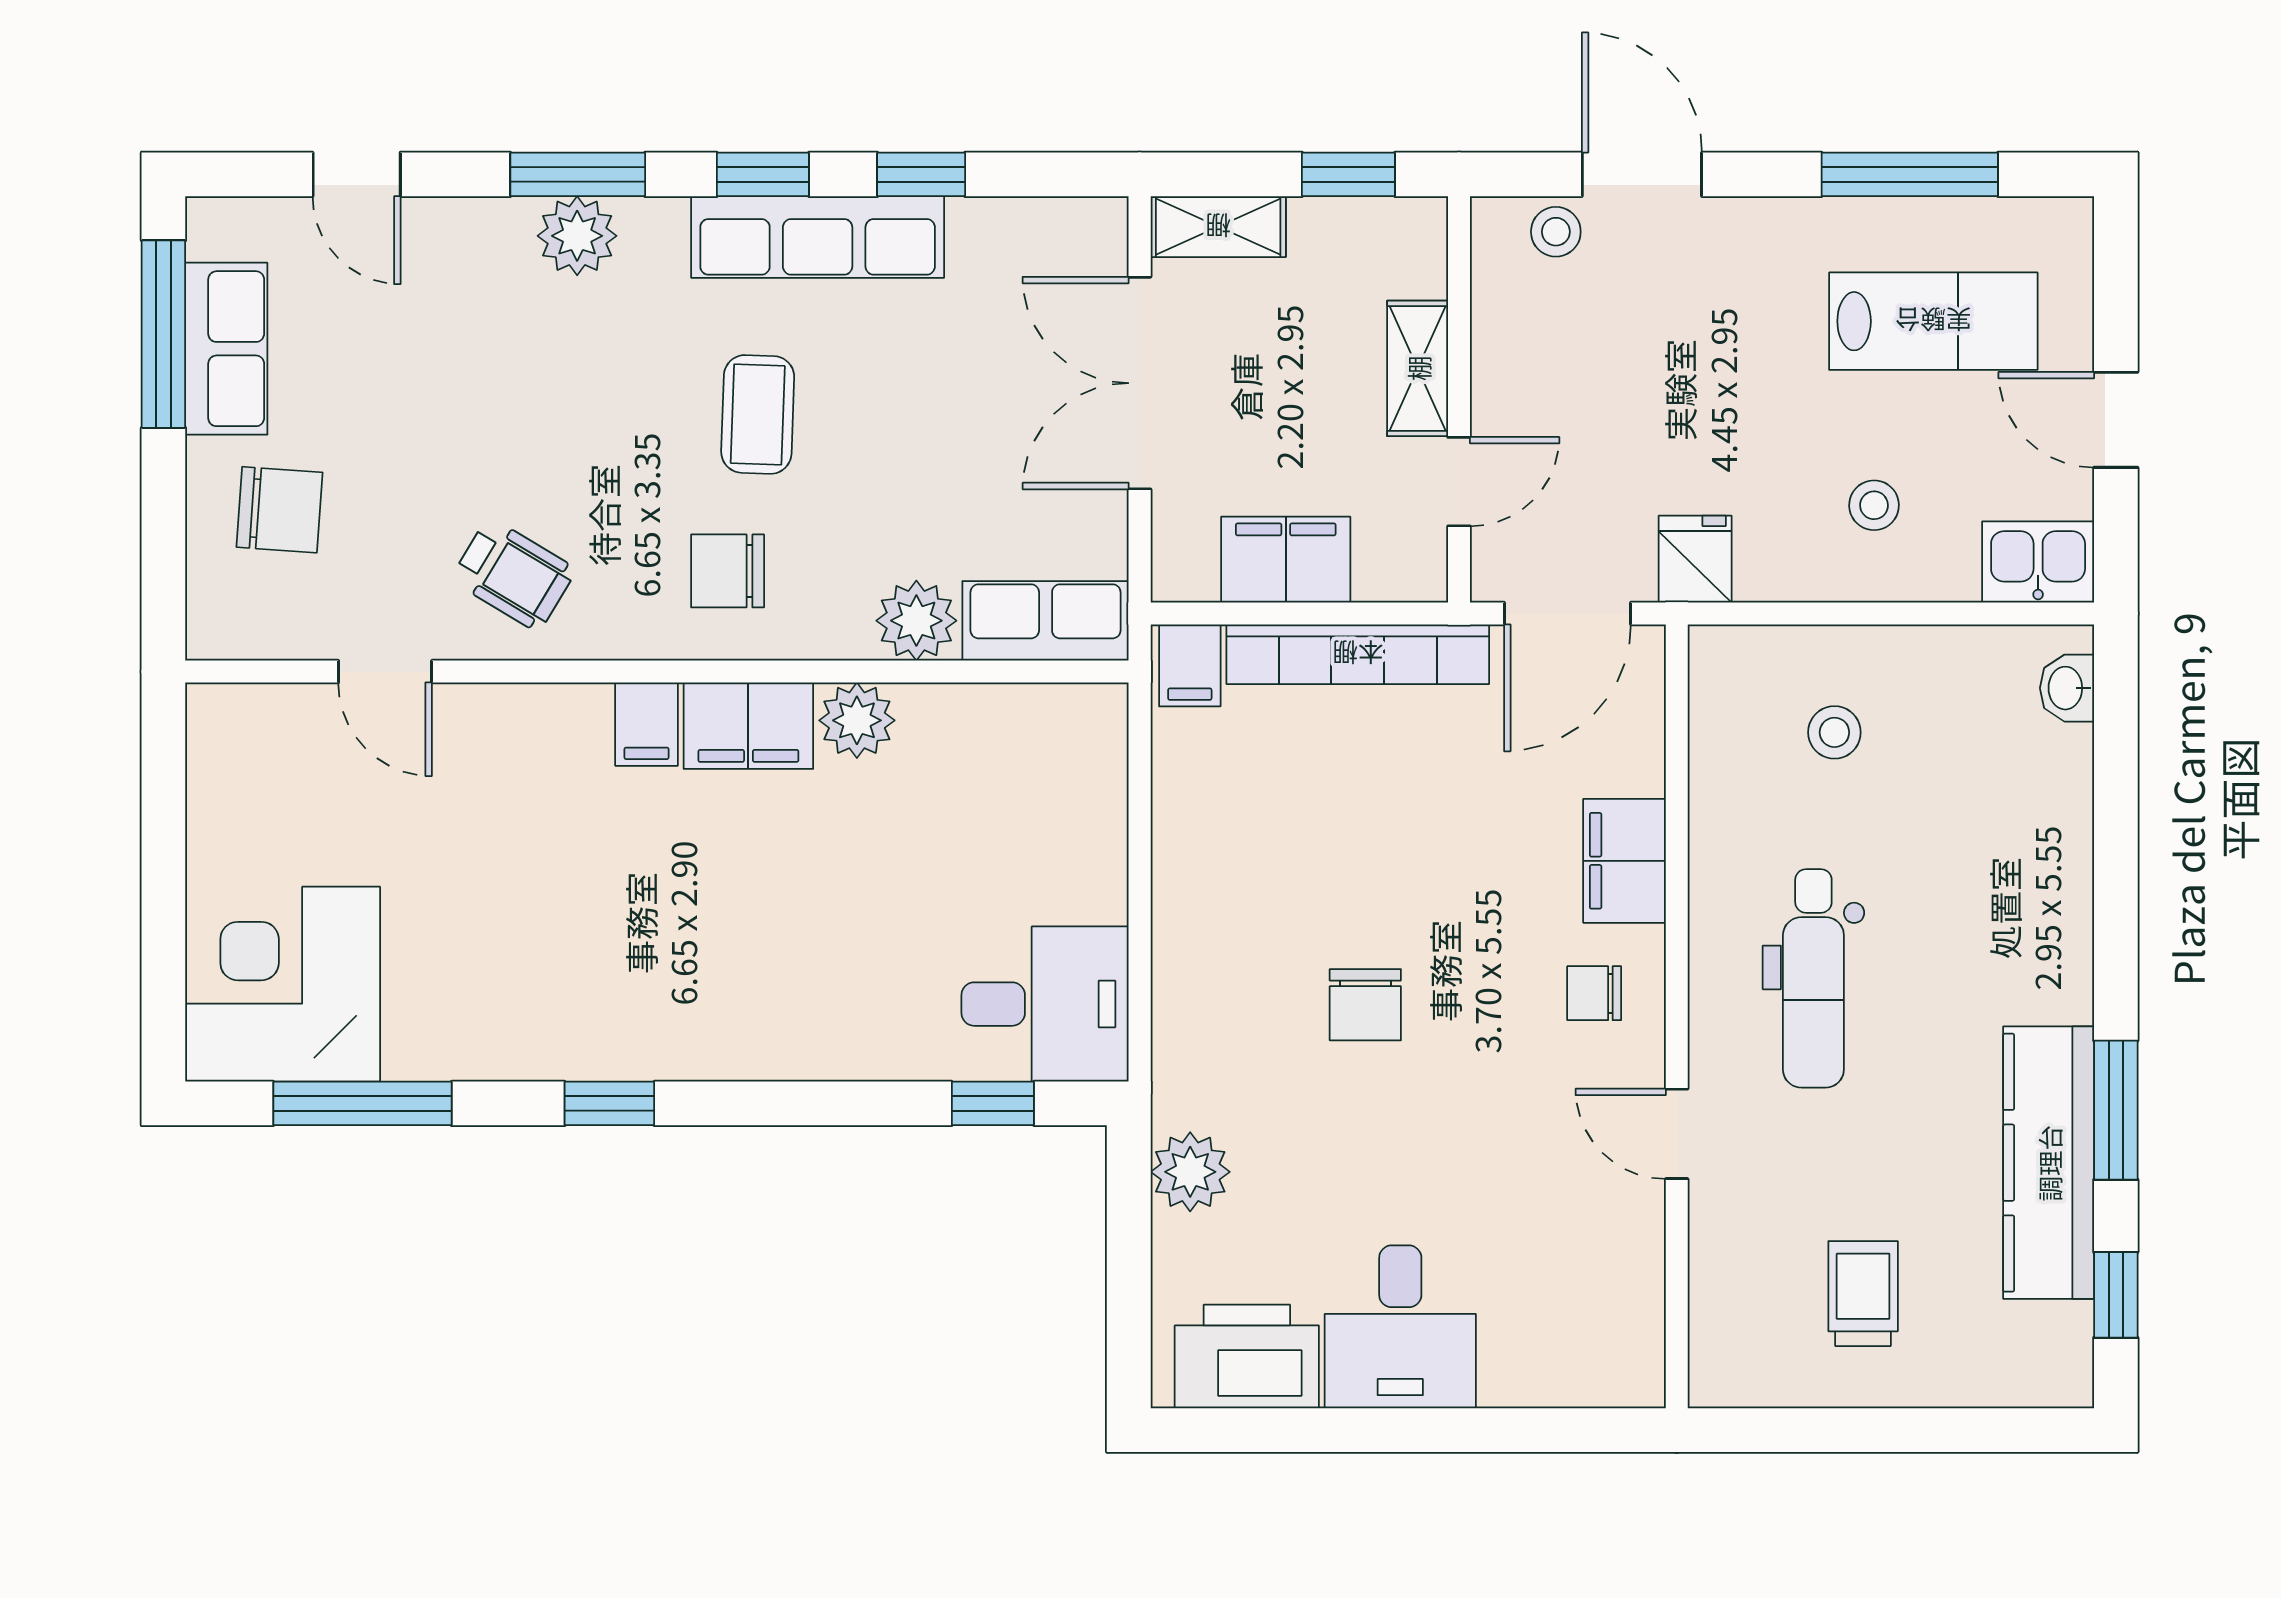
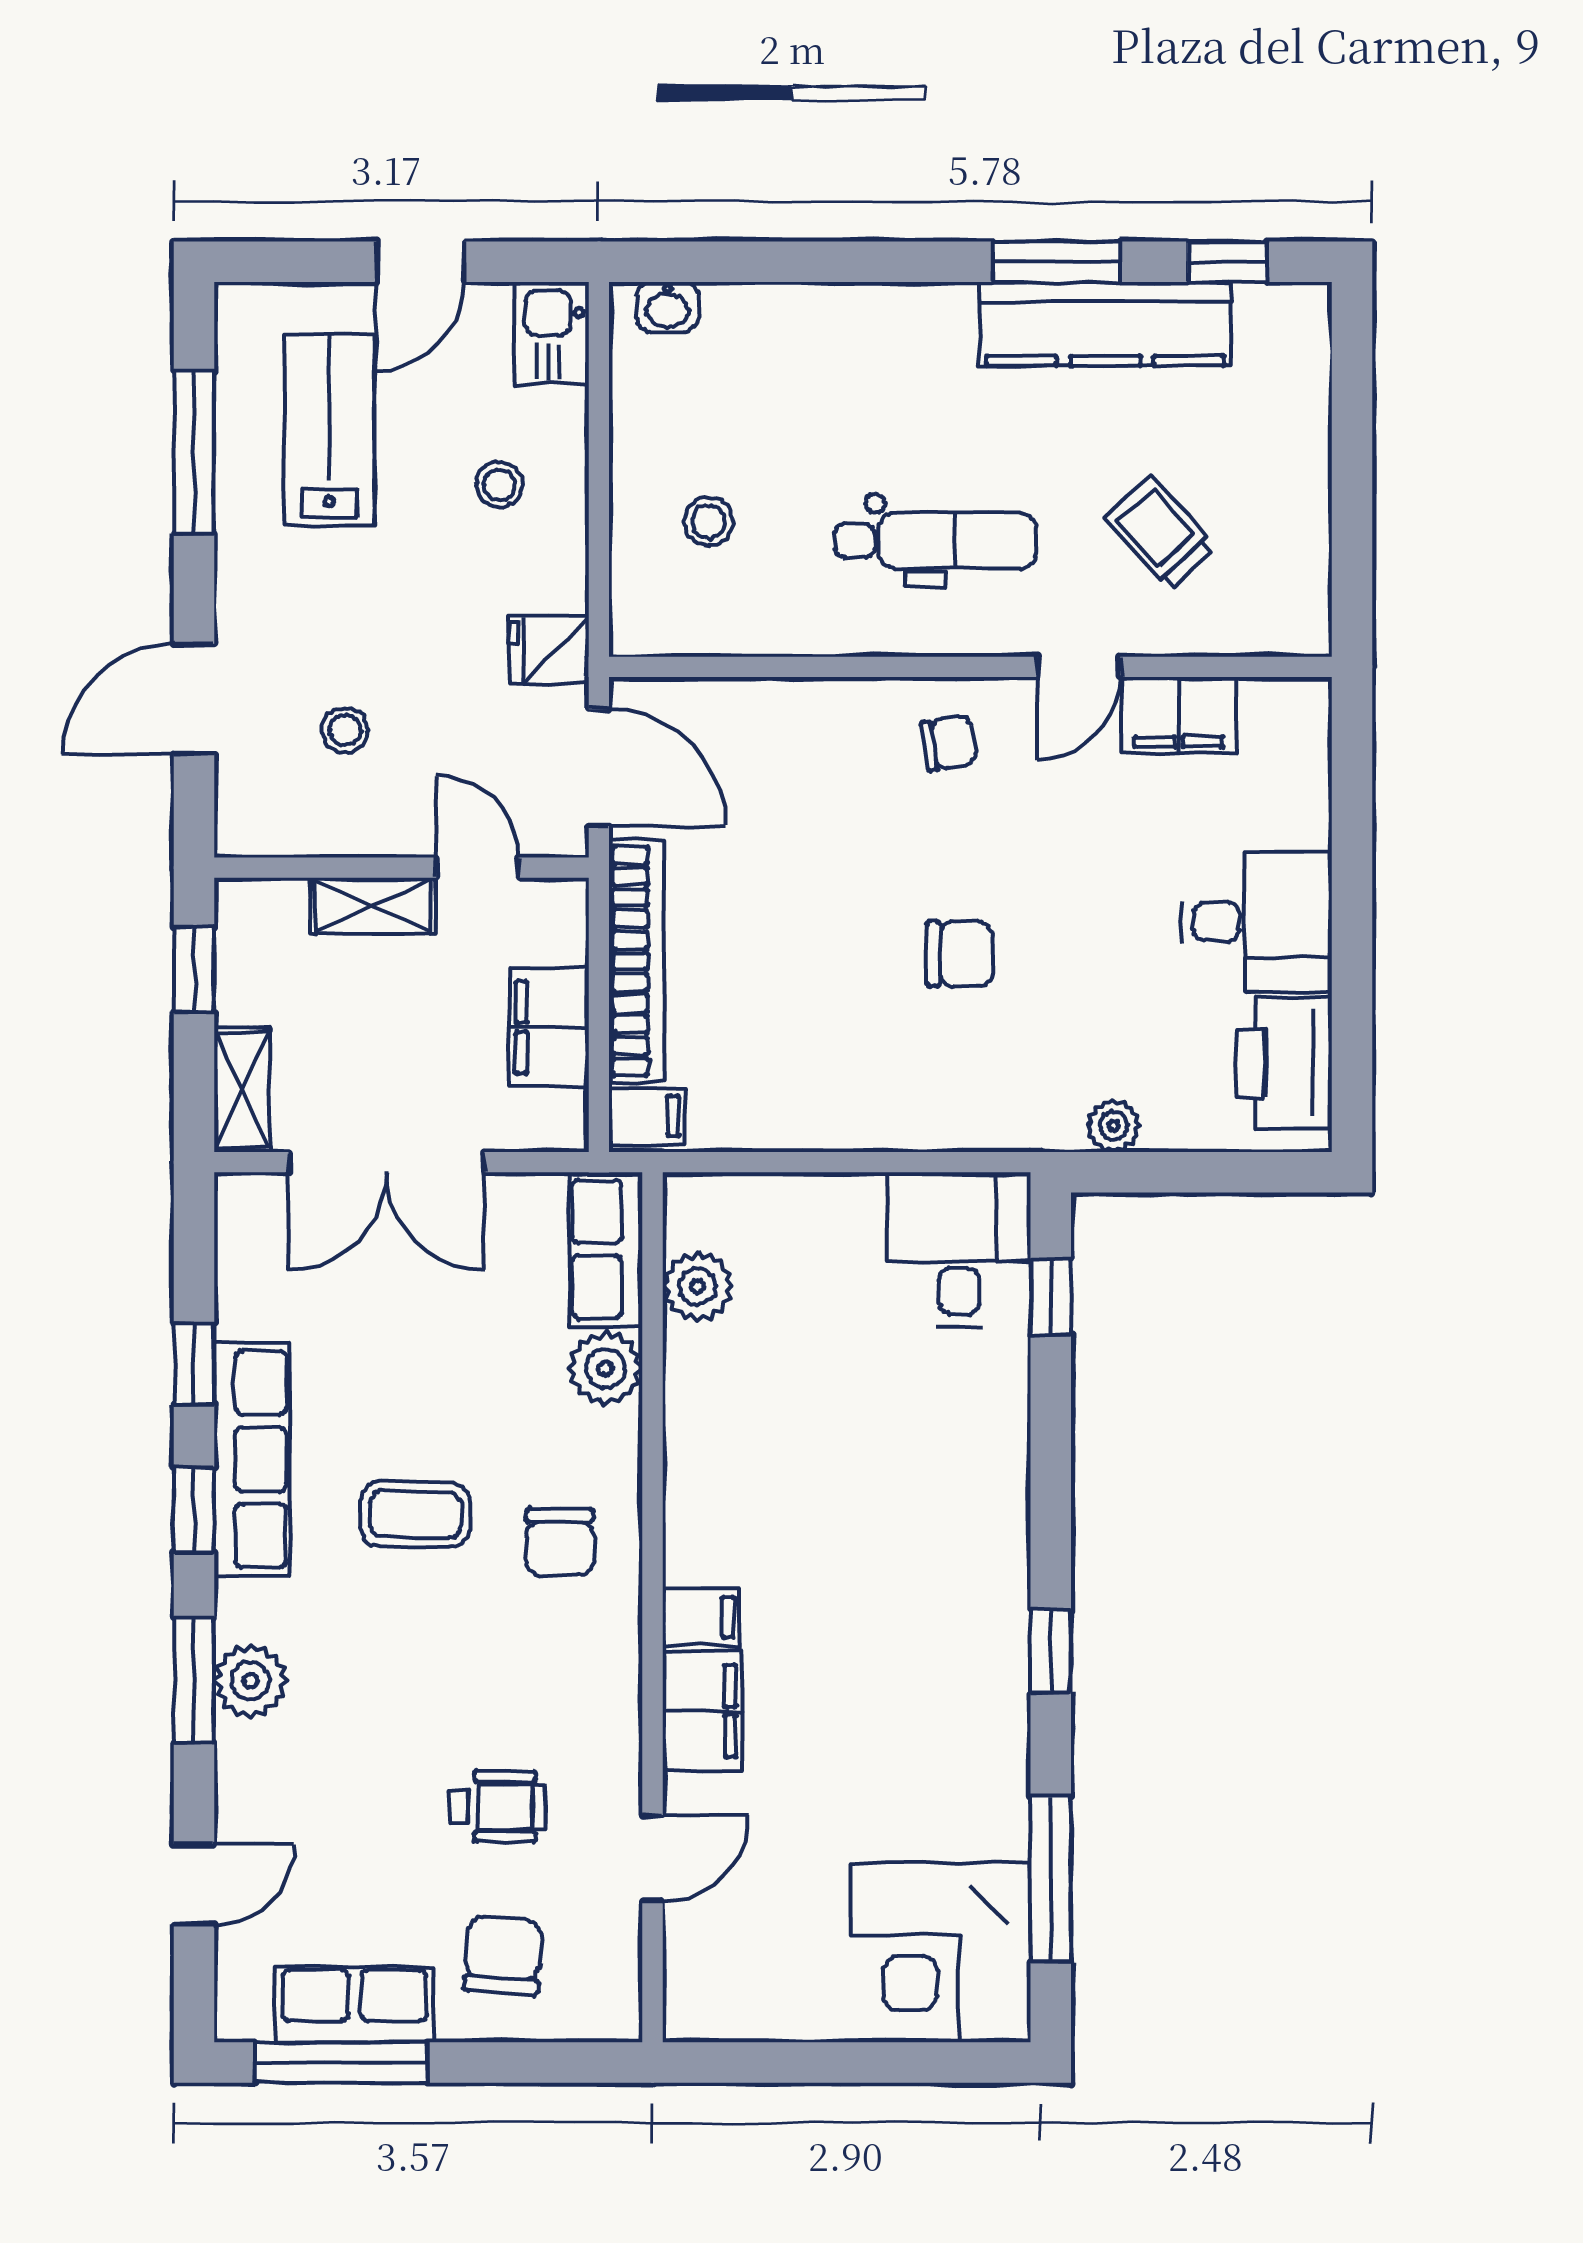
stool: (1556, 232) -> (345, 730), moved
wheelchair: (513, 574) -> (497, 1806), moved, turned 59
plant: (857, 720) -> (697, 1286), moved
filing cabinet: (748, 726) -> (702, 1711), moved
filing cabinet: (1624, 861) -> (1179, 715), moved
chair: (1594, 993) -> (949, 743), turned -99
plant: (1190, 1172) -> (1114, 1125), width x0.73, depth x0.73
trolley: (1863, 1294) -> (1161, 533), moved, turned 48

